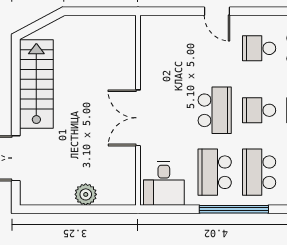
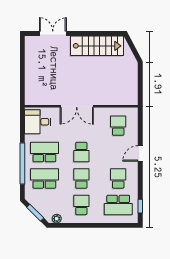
school desk: (170, 48) -> (118, 126), added
school desk: (215, 110) -> (81, 152), width x0.54
double door: (138, 118) -> (77, 106), swing flipped
plant: (86, 194) -> (31, 75), removed

